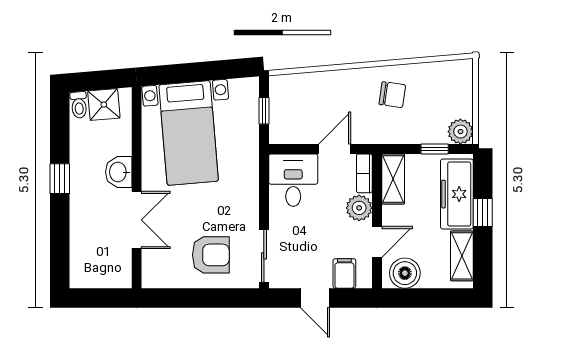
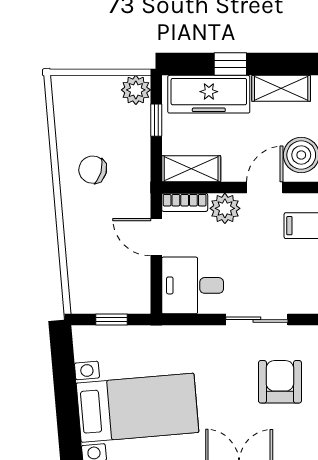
chair: (392, 95) -> (93, 170), turned -82
door: (377, 242) -> (265, 188), hinge flipped
sliding door: (264, 256) -> (257, 320), moved

